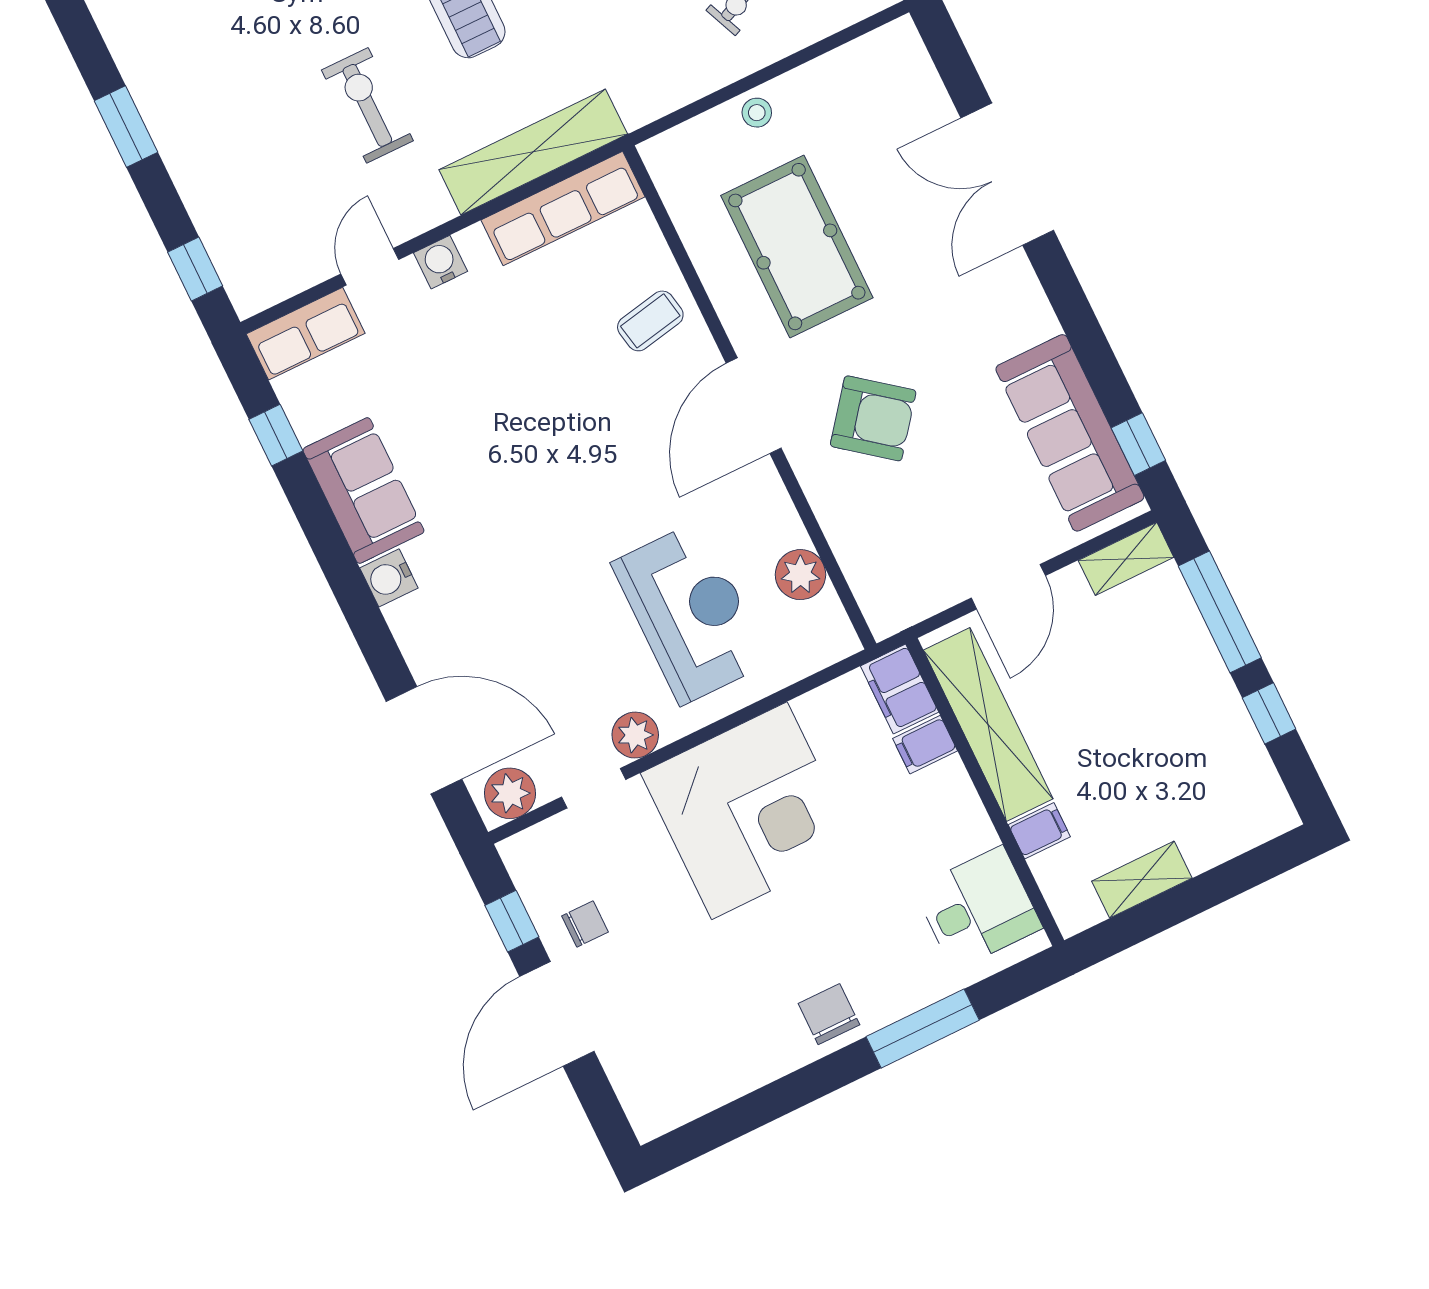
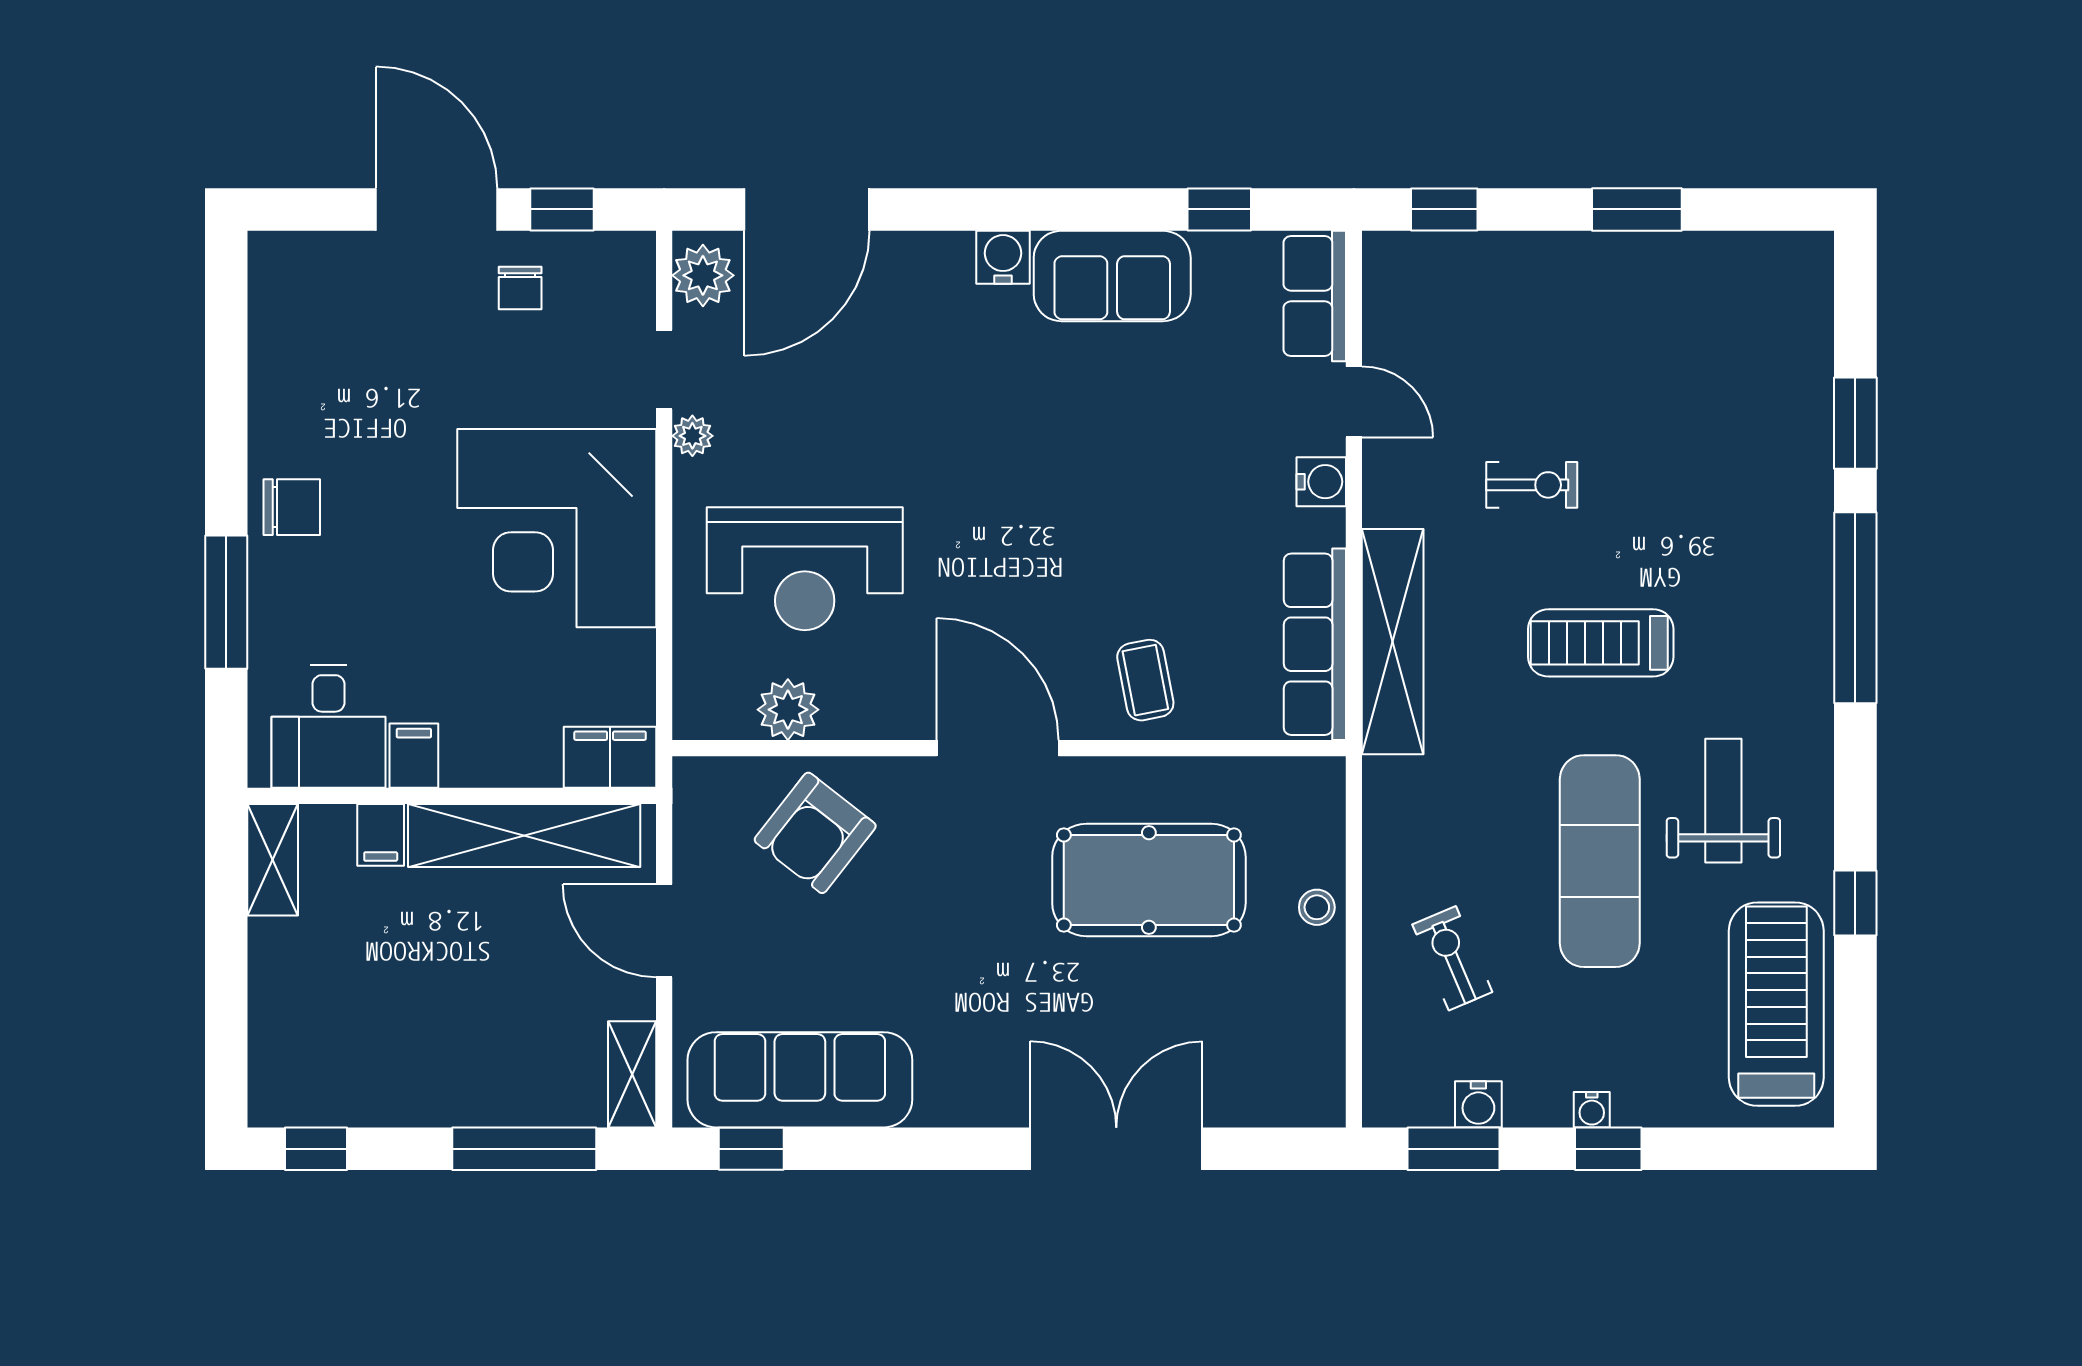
exercise bike: (367, 105) -> (1532, 485), width x0.73, depth x0.72
armchair: (873, 418) -> (815, 833), moved
window: (1269, 713) -> (316, 1149), moved
plant: (635, 735) -> (692, 436), width x0.73, depth x0.73
filing cabinet: (925, 745) -> (414, 756), moved
shelving: (1142, 880) -> (273, 860), moved

